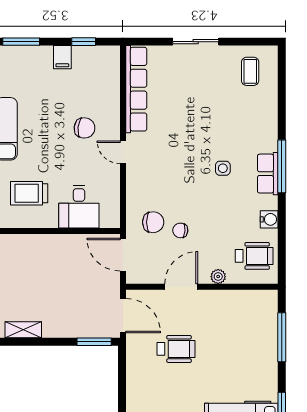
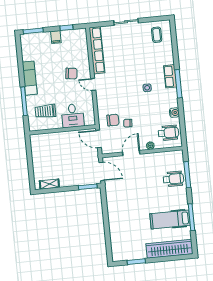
row of seats: (268, 174) -> (170, 76), moved
wheelchair: (176, 349) -> (173, 179), moved

